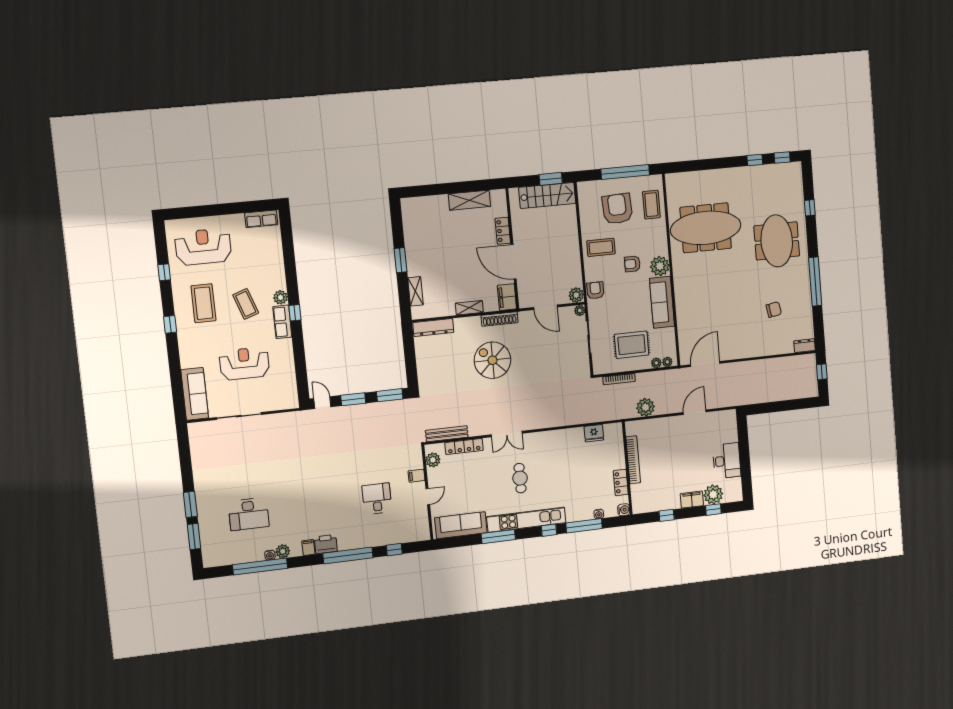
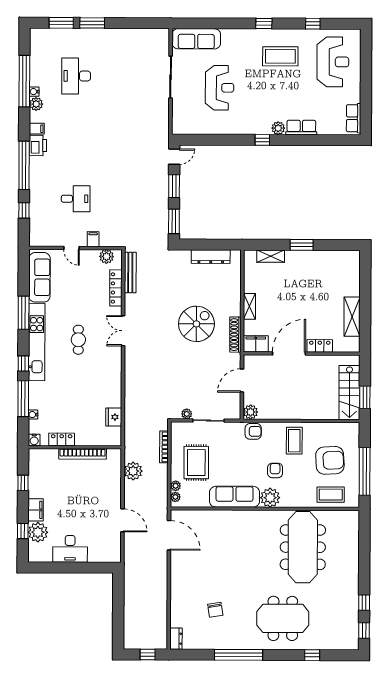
coffee table: (246, 304) -> (276, 95), removed
plant: (580, 310) -> (187, 414), moved
row of seats: (282, 322) -> (301, 128), moved
dresser: (433, 328) -> (211, 257), moved, turned -90
cafe table: (520, 478) -> (78, 340), turned 90

